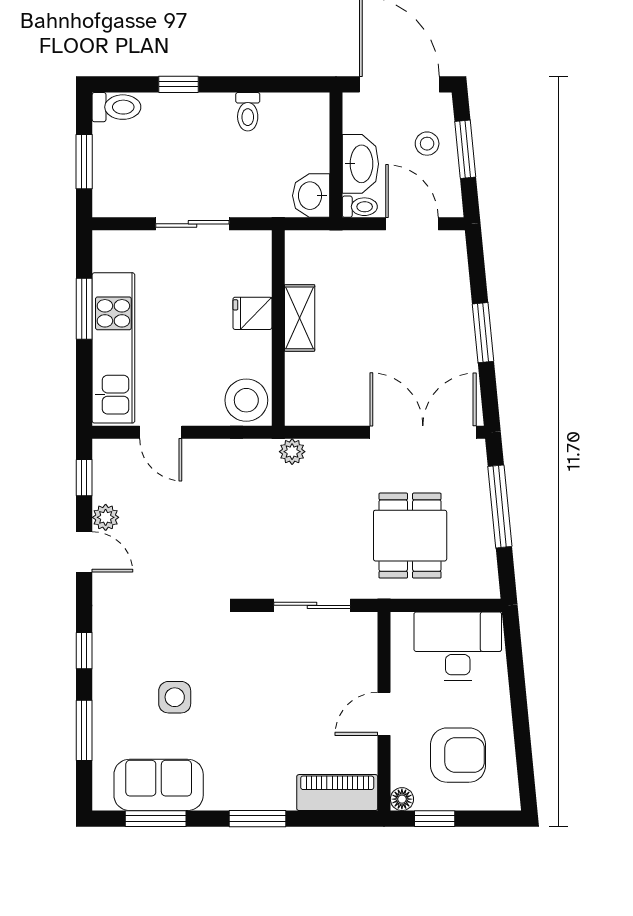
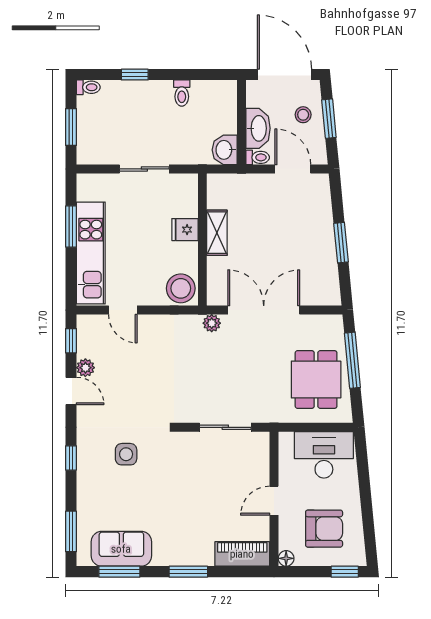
toilet: (116, 107) -> (88, 87), width x0.73, depth x0.72
double door: (423, 432) -> (264, 310), moved
dining table: (410, 536) -> (316, 380), moved
side table: (175, 697) -> (126, 454), moved
window: (84, 730) -> (71, 531), moved
window: (435, 819) -> (345, 572), moved

